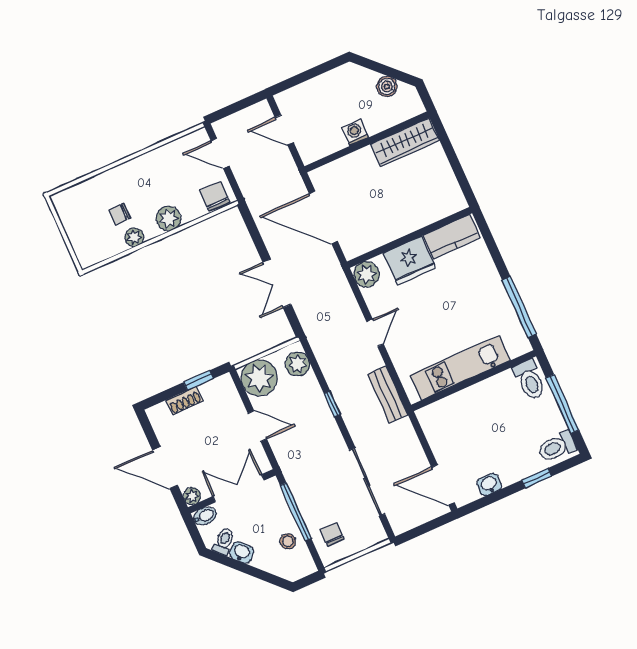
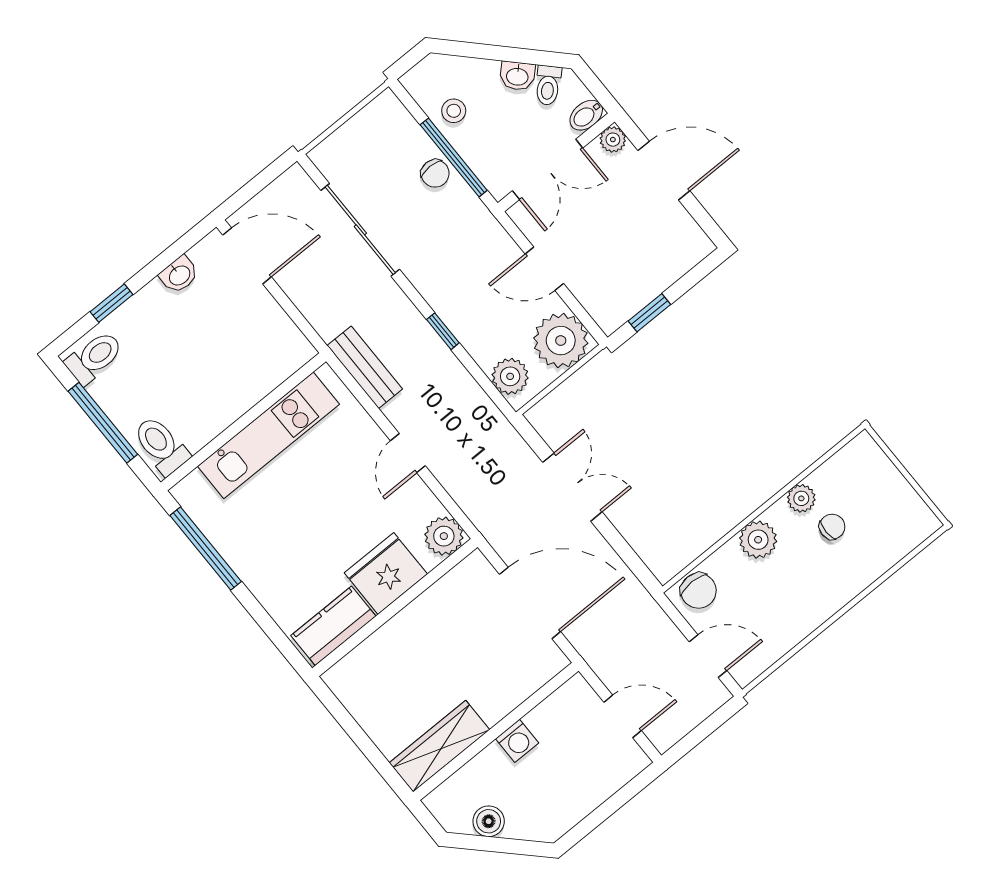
shoe rack: (185, 401) -> (662, 277), removed
chair: (332, 534) -> (435, 173), moved

